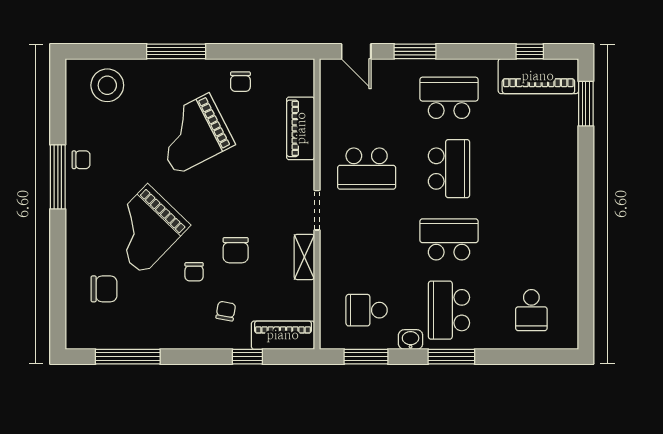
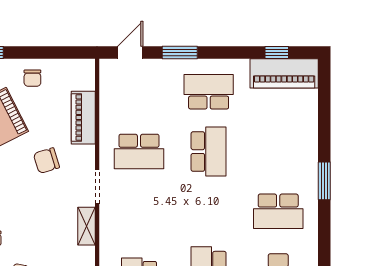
door: (356, 51) -> (130, 53), swing flipped
window: (586, 104) -> (324, 181), moved
school desk: (449, 239) -> (278, 211), moved, turned 180
chair: (236, 250) -> (46, 161), moved, turned 73

